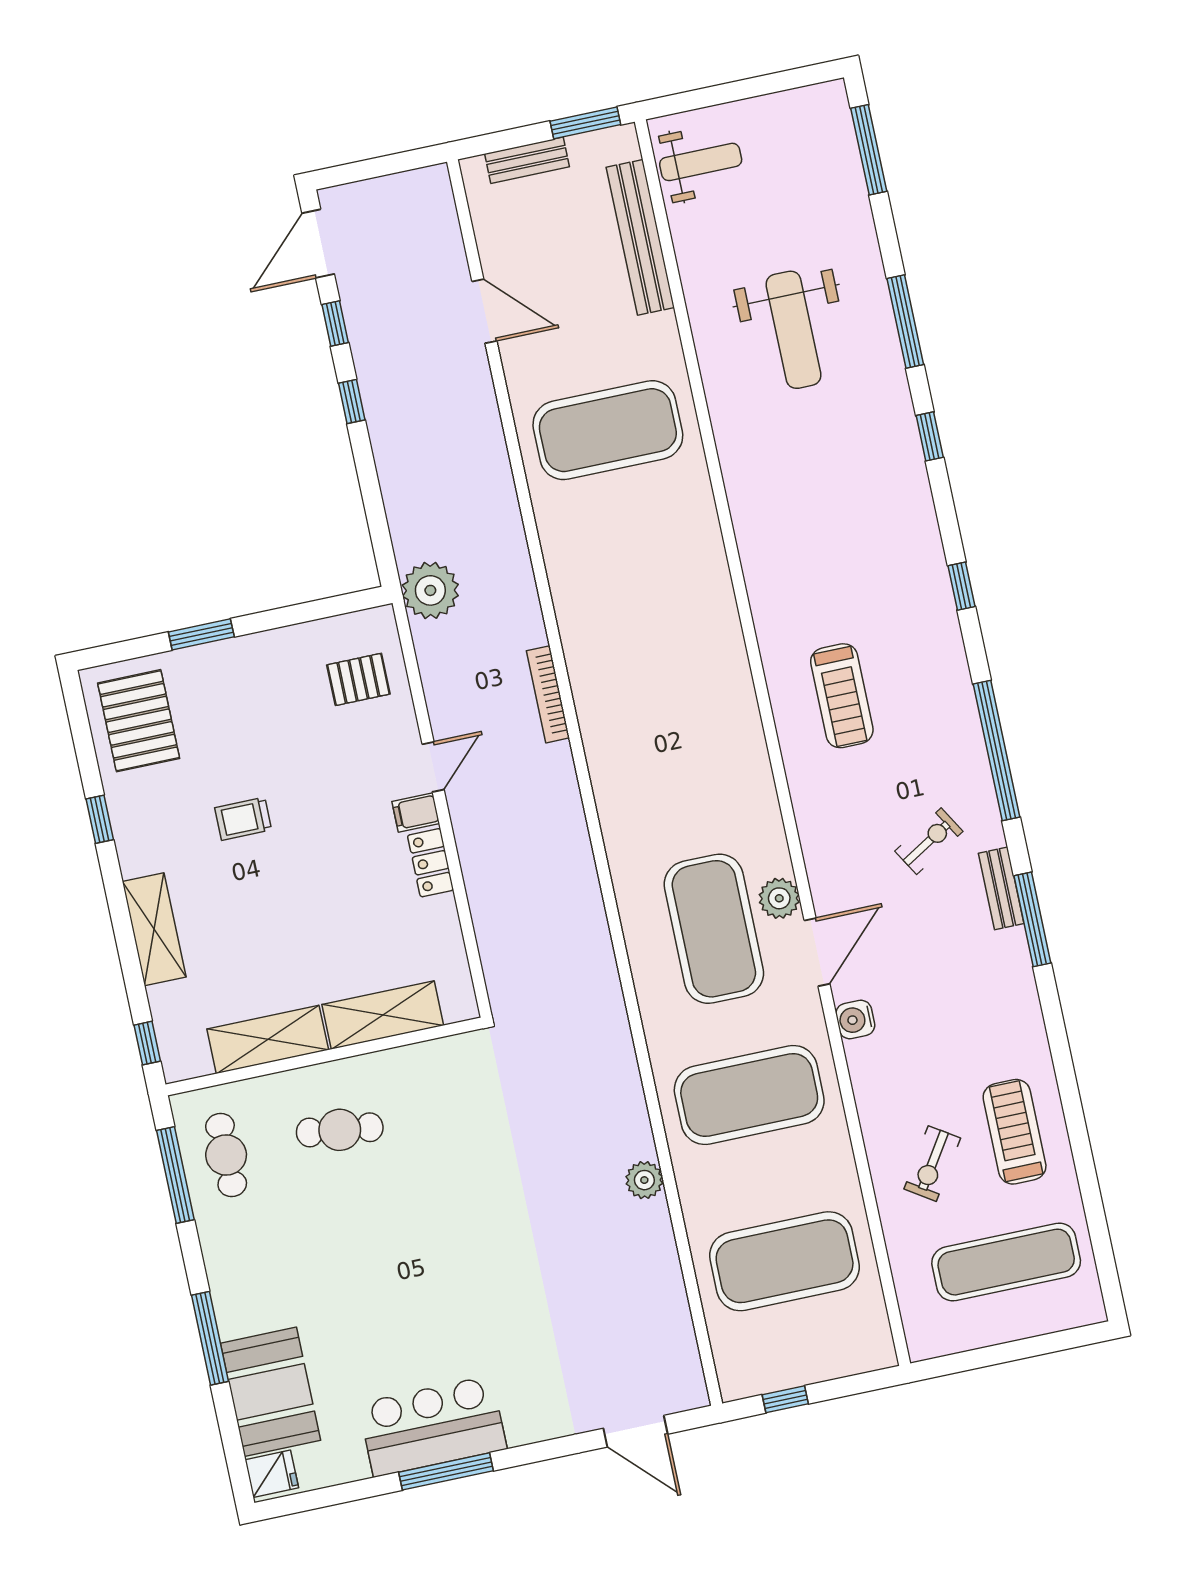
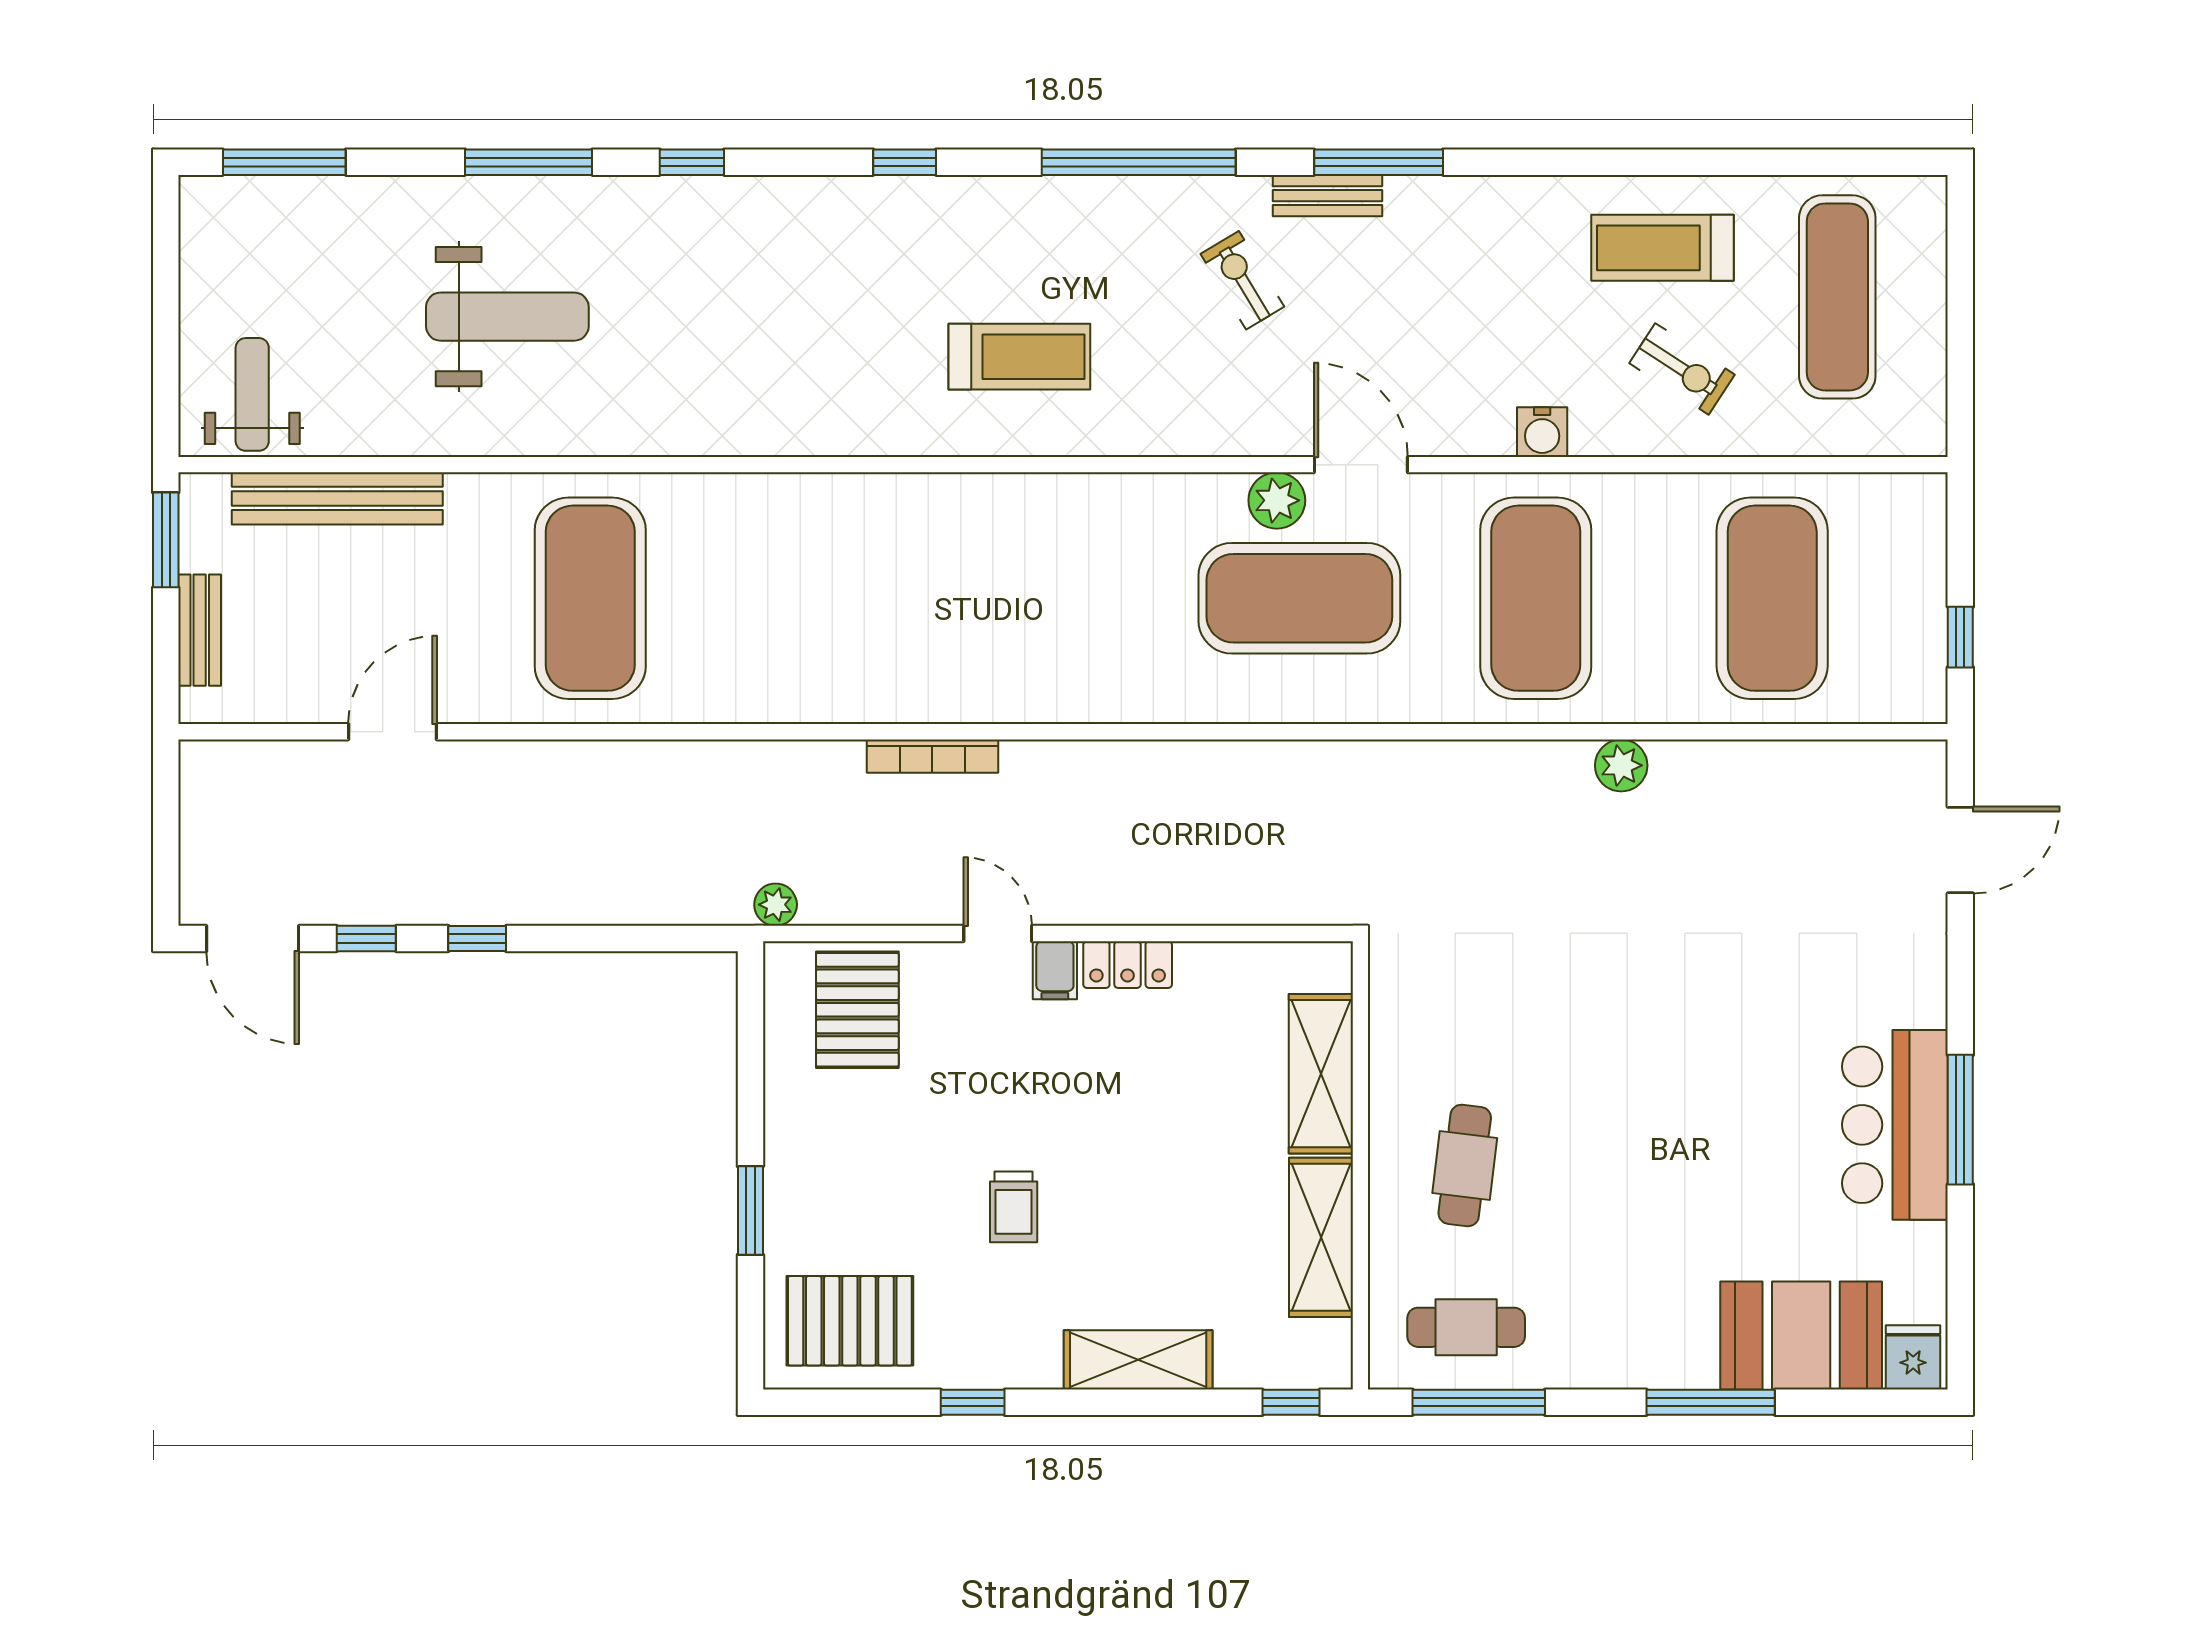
plant: (430, 590) -> (776, 905), width x0.53, depth x0.53
pallet: (358, 679) -> (857, 1010), width x1.50, depth x1.42
water cooler: (855, 1019) -> (1542, 432), moved

